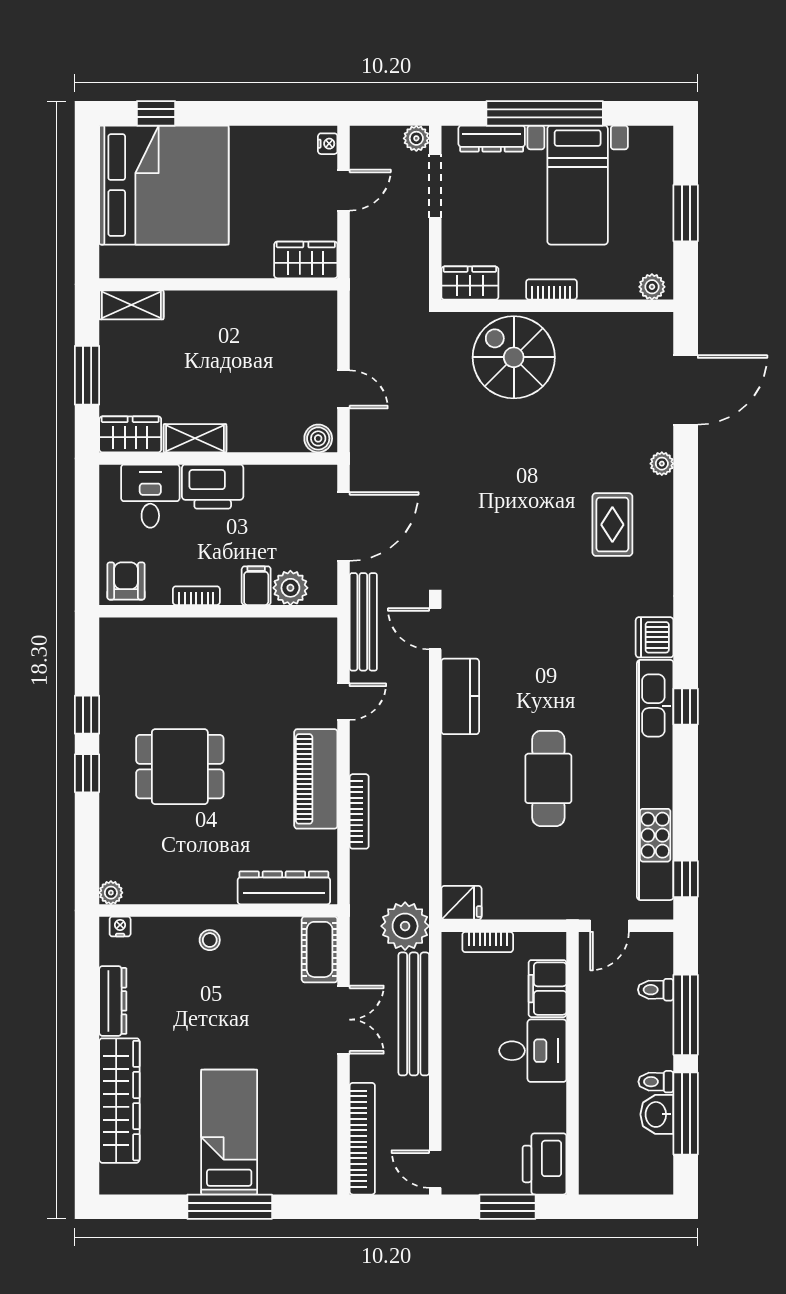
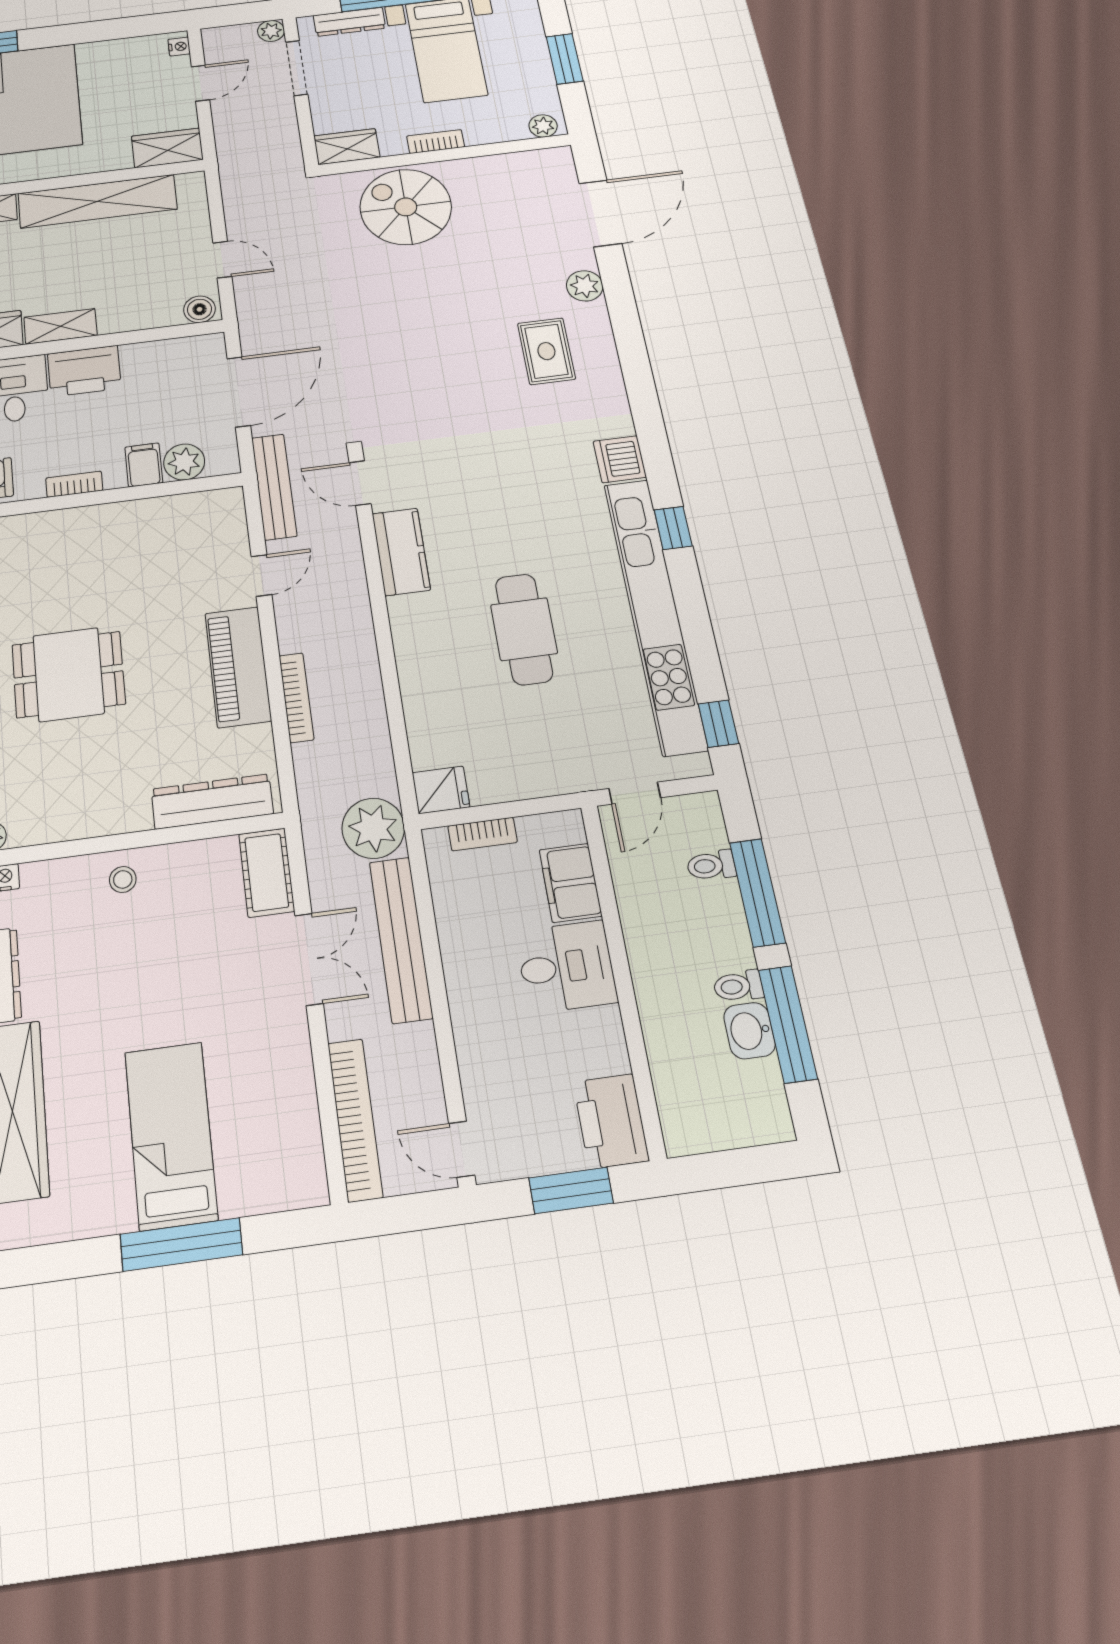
shelving: (237, 310) -> (97, 201), added
plant: (662, 464) -> (585, 286), width x1.38, depth x1.38

